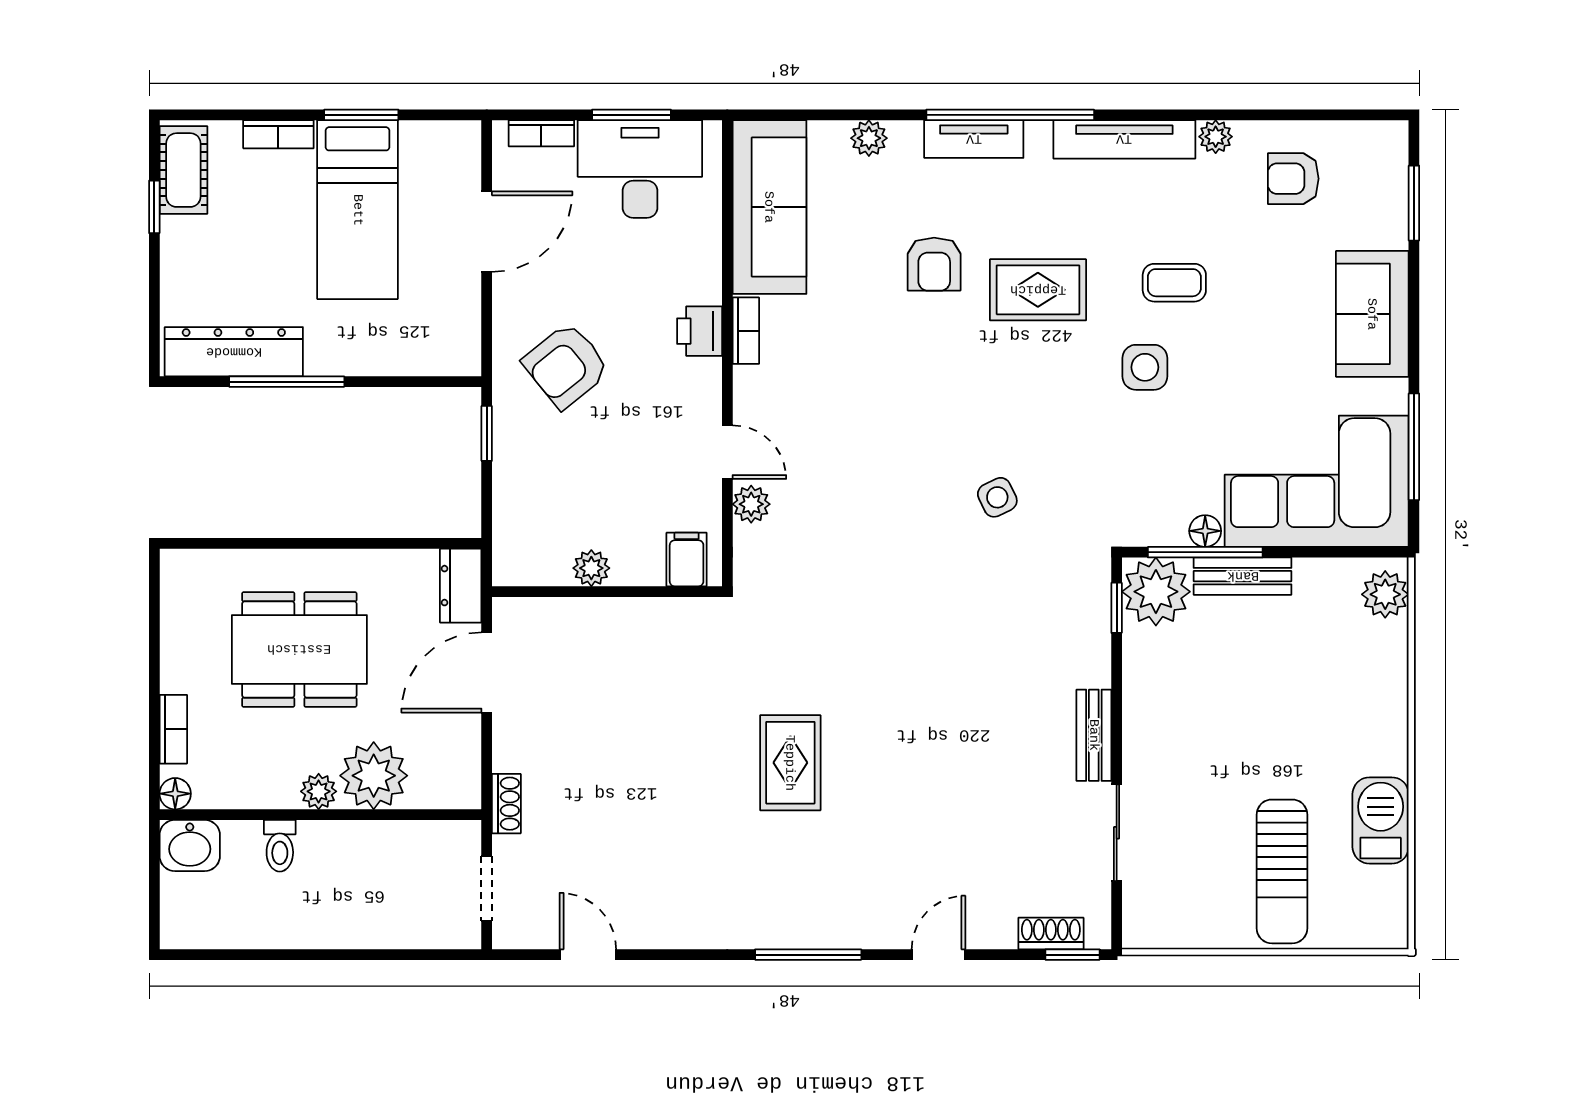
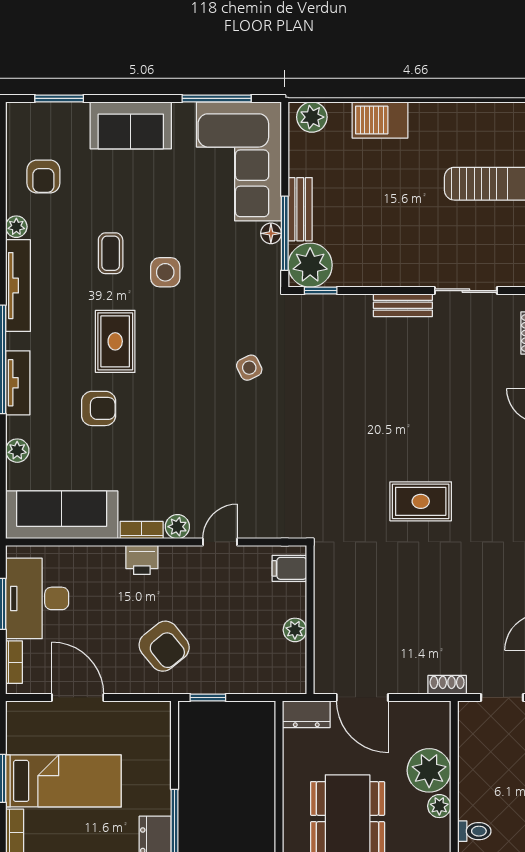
plant: (751, 504) -> (177, 527), moved
barbecue: (1381, 820) -> (380, 120), moved

